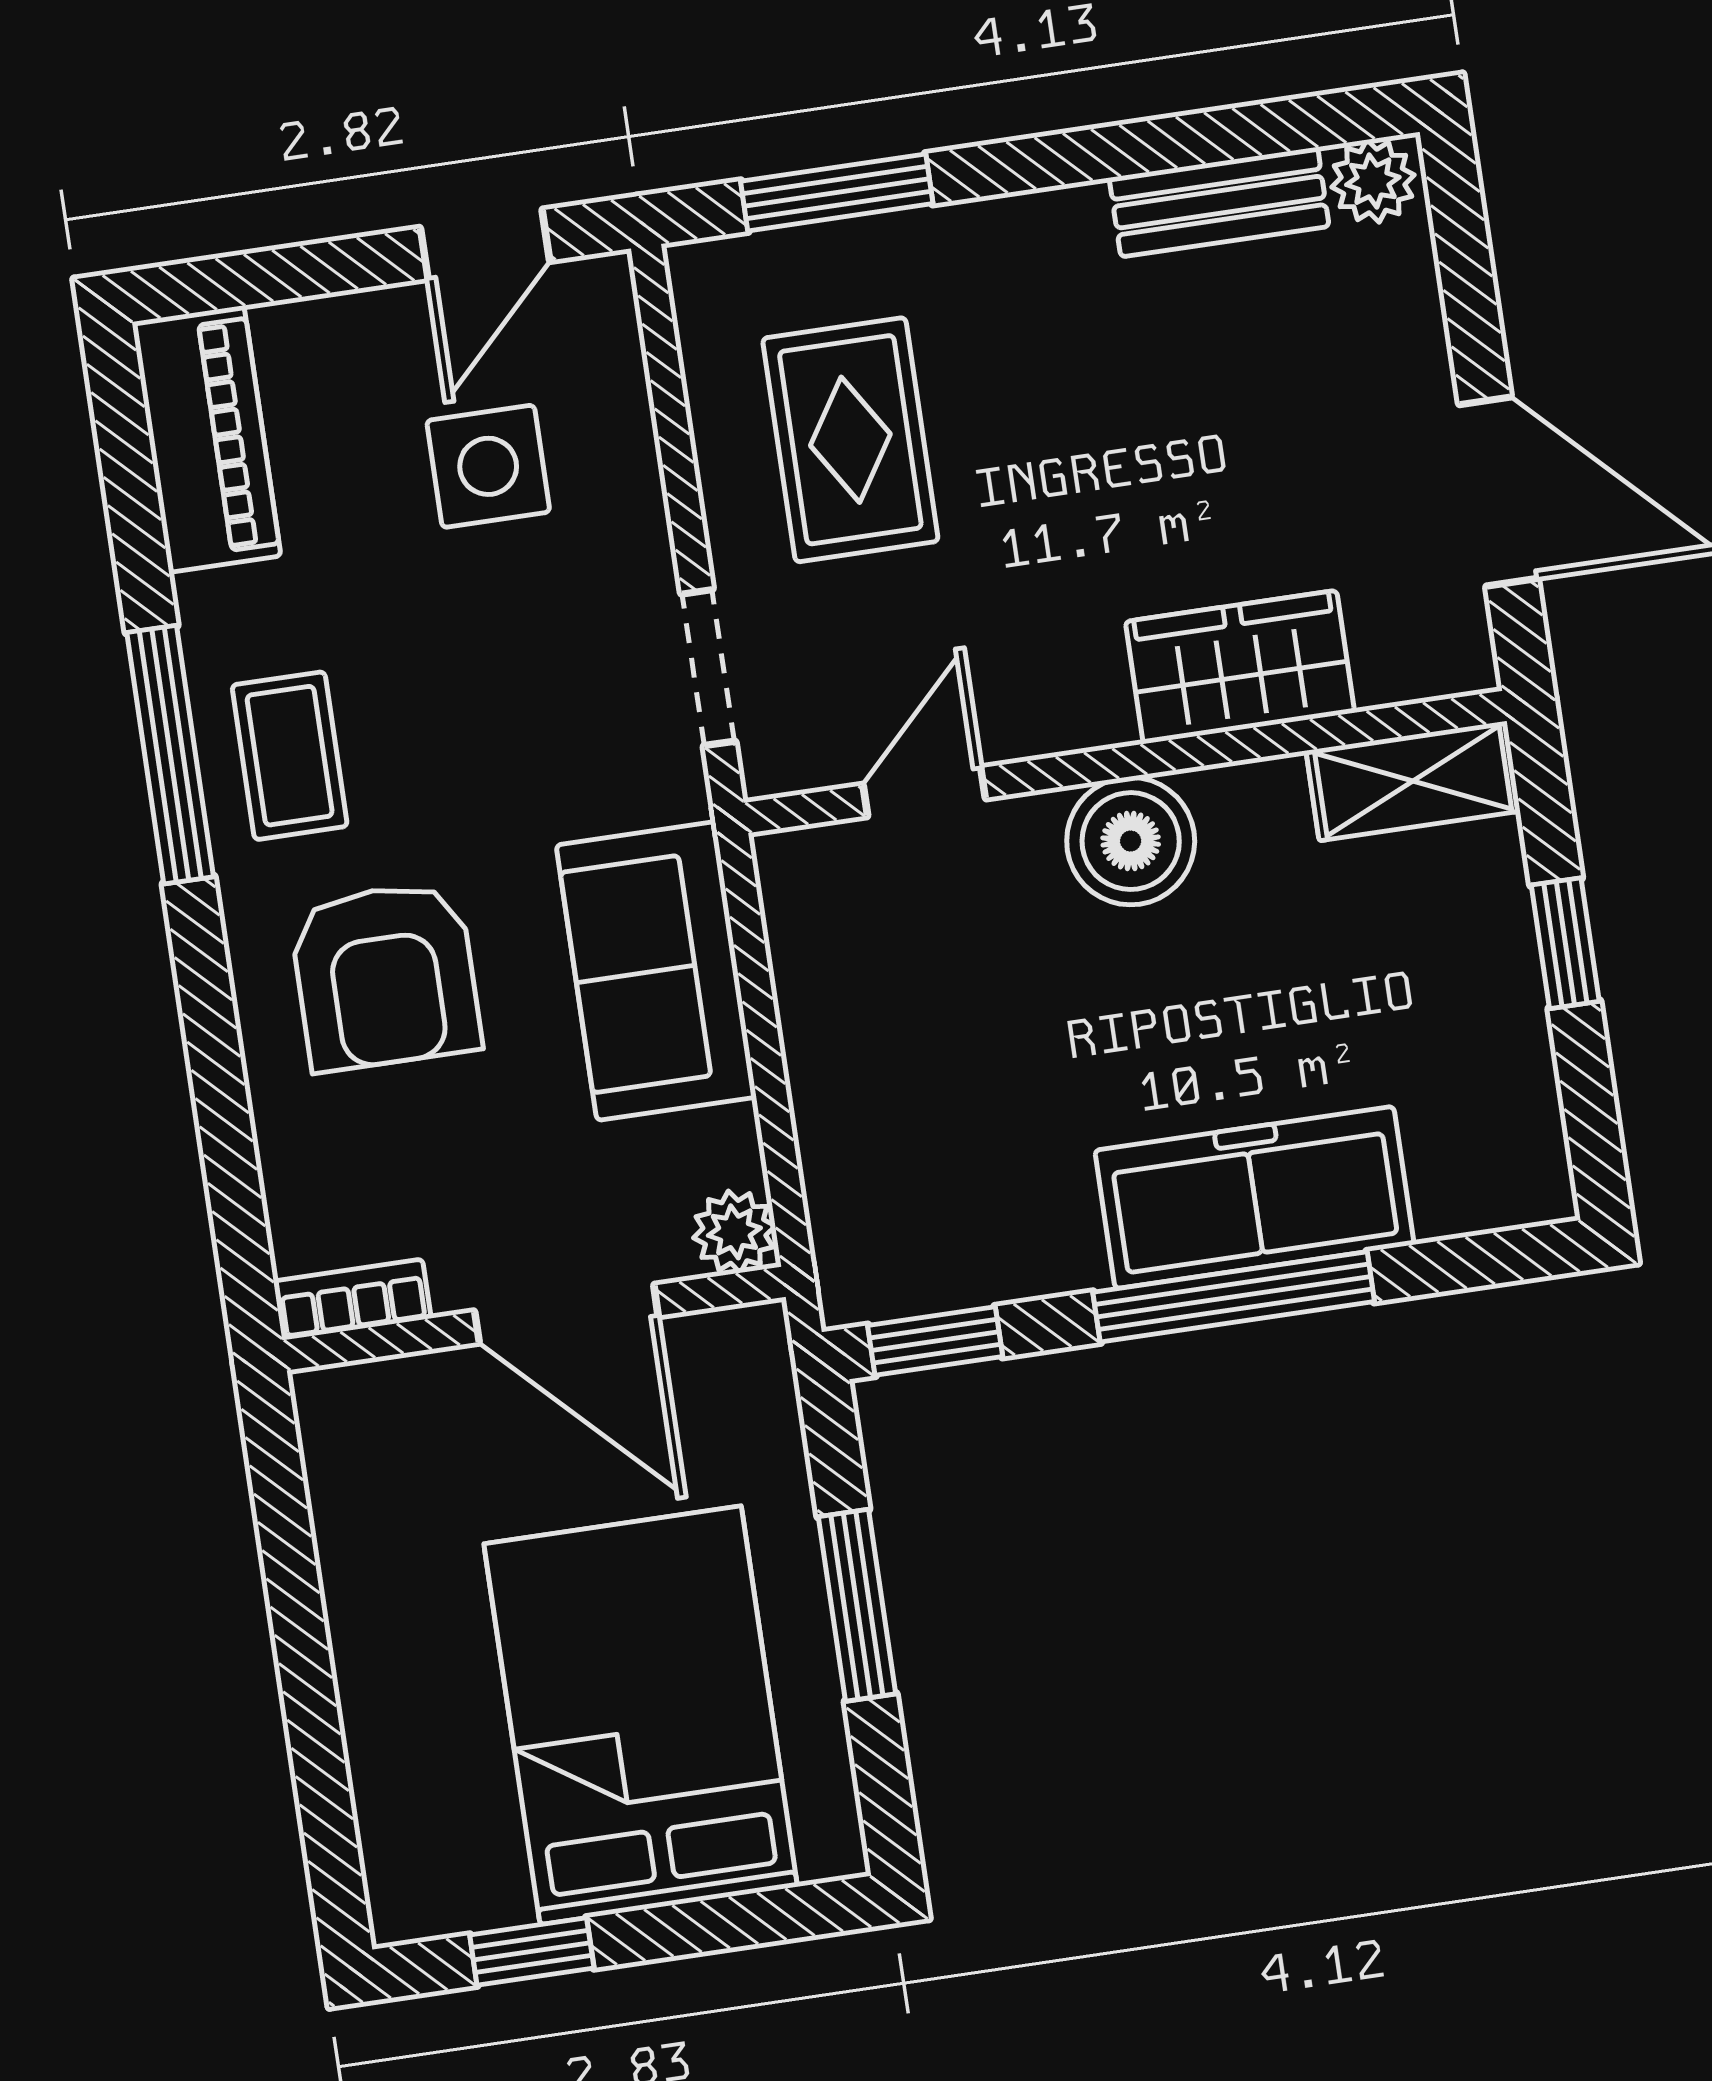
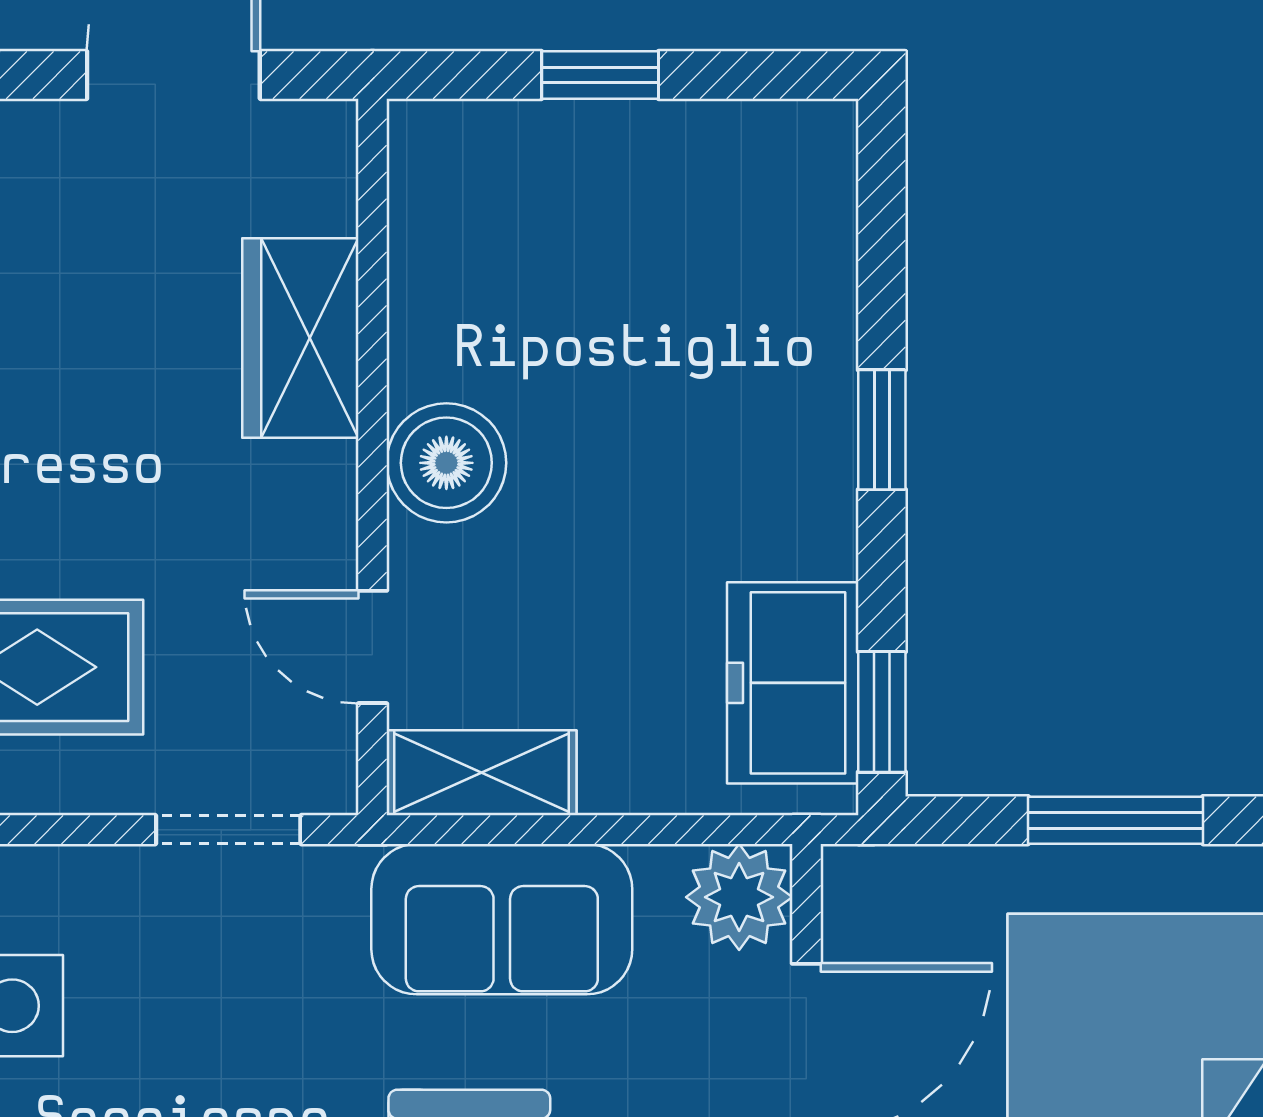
shelving: (1413, 781) -> (482, 773), moved, turned 90
freezer: (1254, 1197) -> (793, 683), moved, width x0.71
plant: (734, 1232) -> (739, 897), width x1.38, depth x1.38
window: (1234, 1297) -> (882, 430), width x0.46

